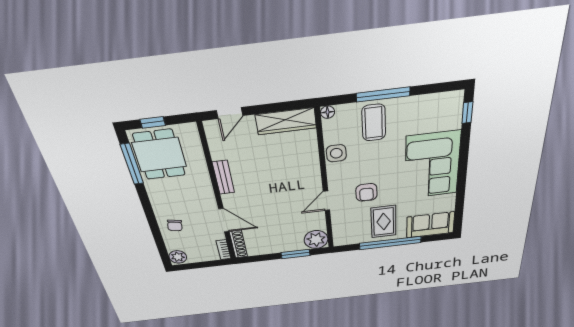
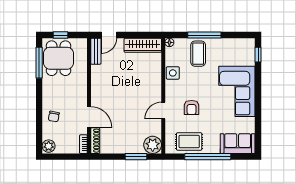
bench: (223, 177) -> (96, 51), moved
rug: (384, 222) -> (189, 141), moved, turned 90

